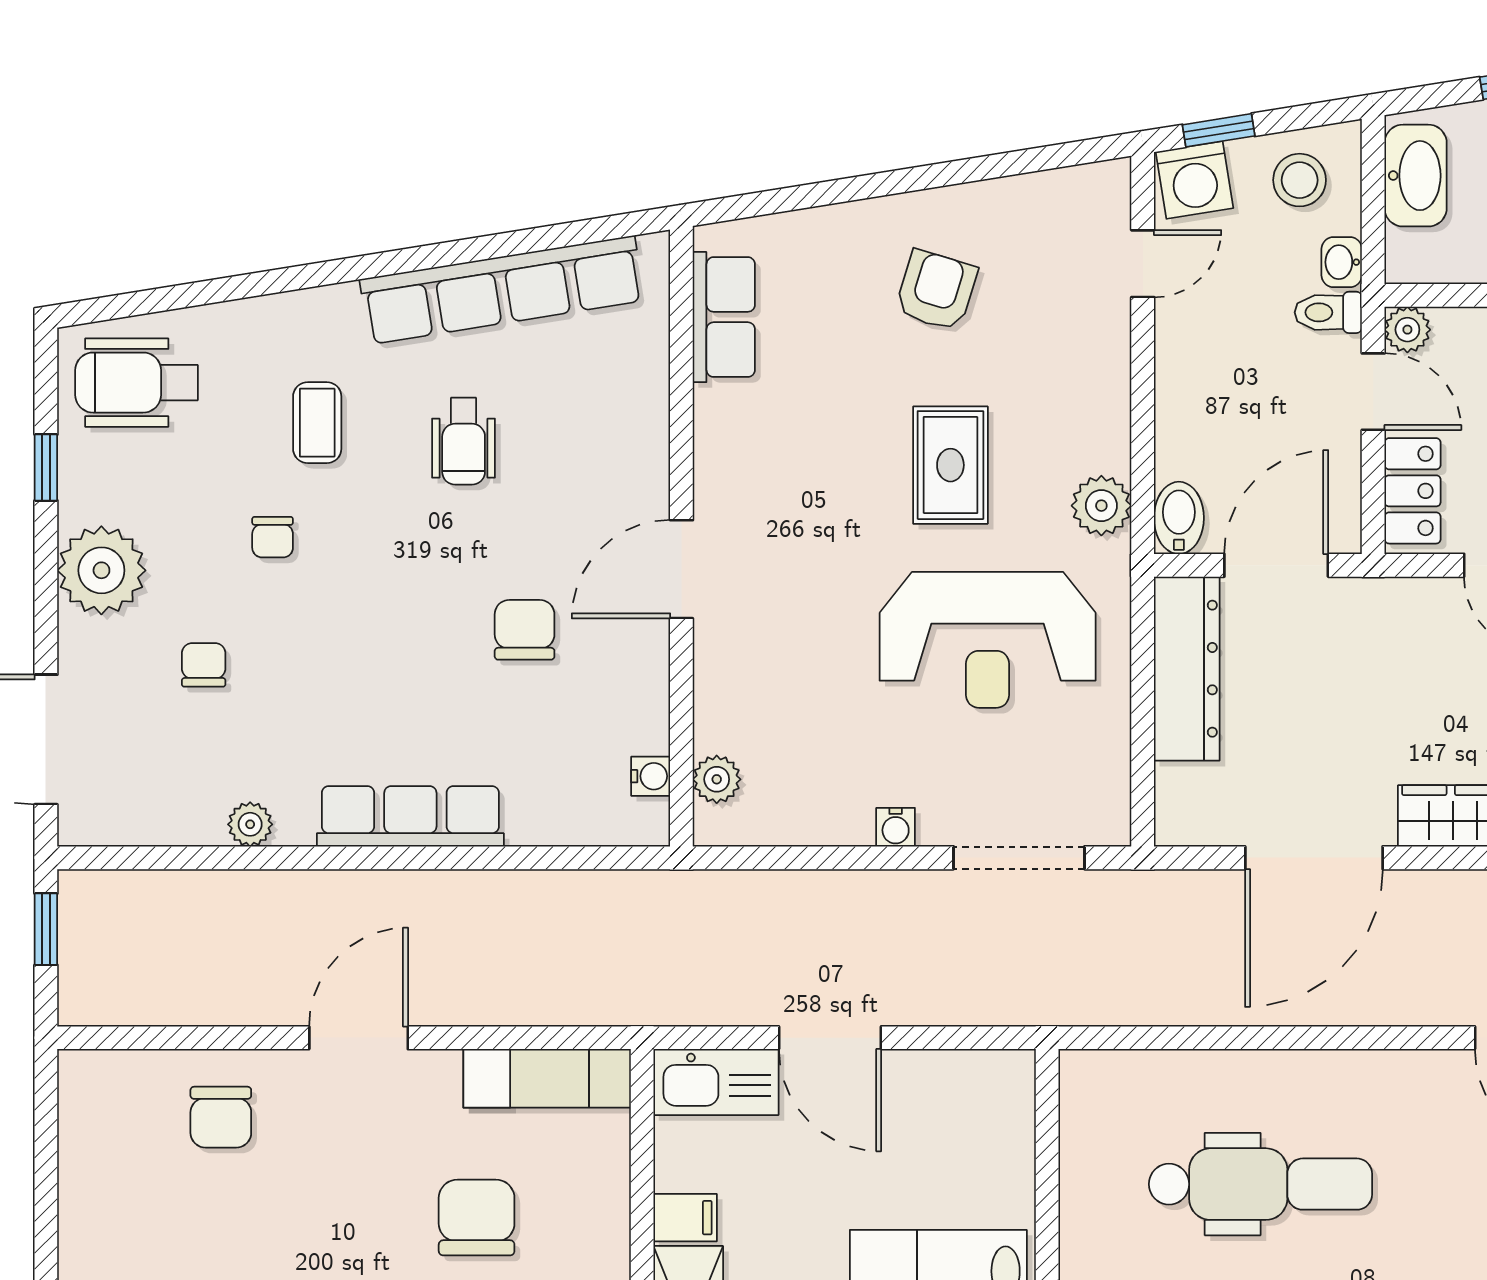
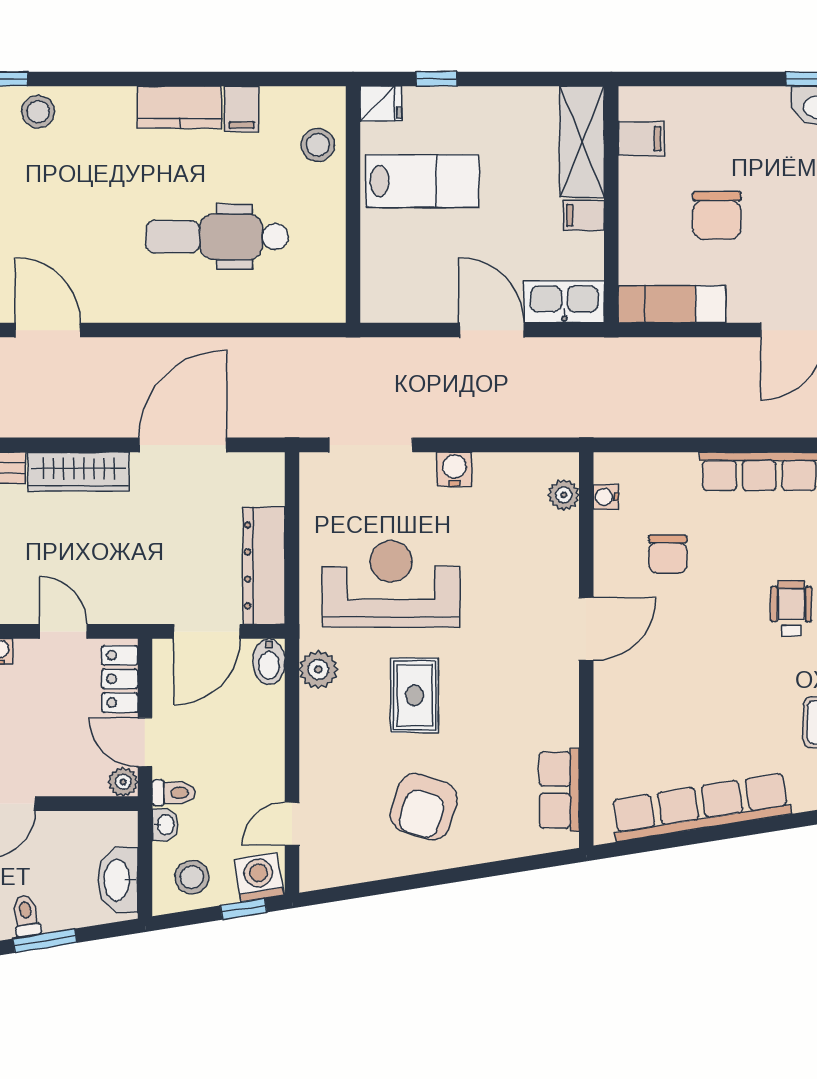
armchair: (936, 290) -> (424, 807), width x1.38, depth x1.38
wheelchair: (464, 441) -> (791, 608), moved
chair: (525, 630) -> (668, 554), moved
water cooler: (896, 827) -> (454, 469), width x1.38, depth x1.38

